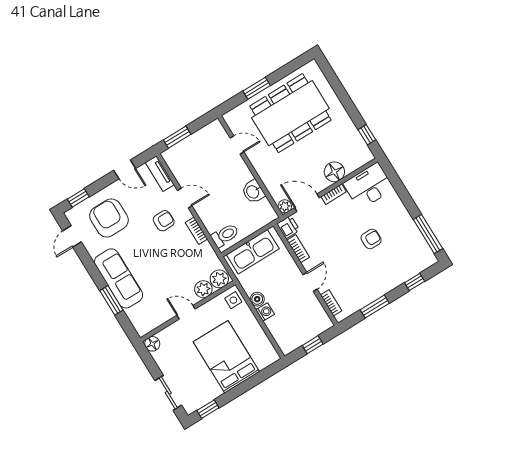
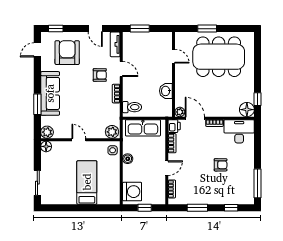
floor lamp: (334, 172) -> (247, 110), moved
plant: (203, 289) -> (47, 132), moved
washing machine: (265, 312) -> (132, 192), moved, width x1.89, depth x1.89
bed: (226, 357) -> (87, 182), width x0.67
window: (208, 409) -> (56, 208), removed

